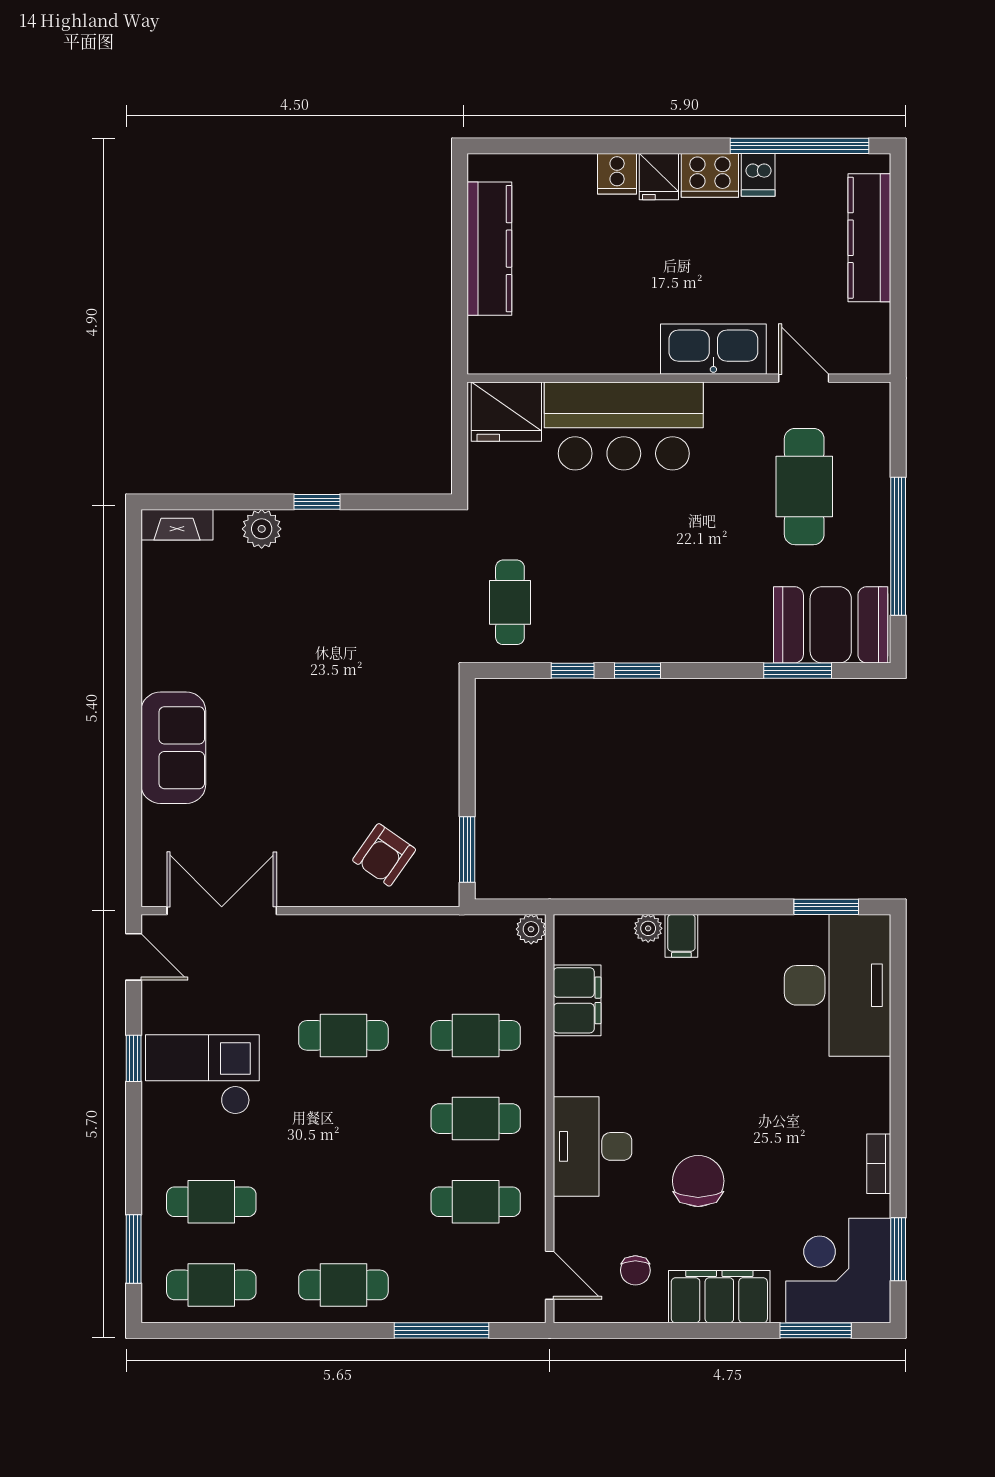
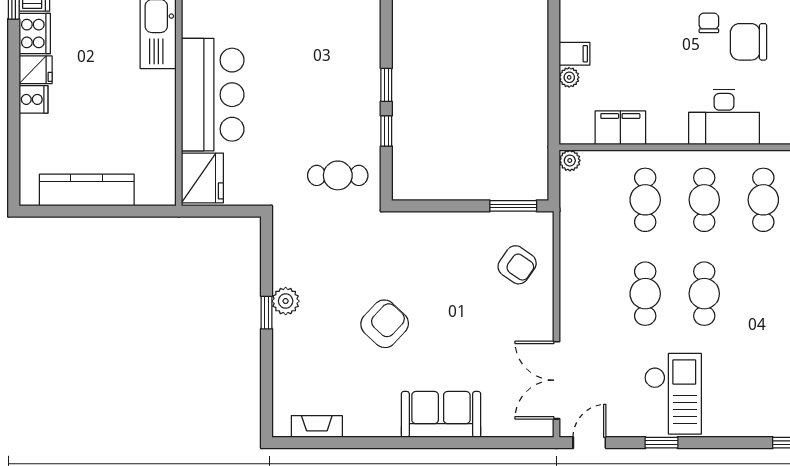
fireplace: (177, 525) -> (317, 426), moved, turned -90
plant: (262, 529) -> (286, 301), moved
armchair: (301, 668) -> (385, 324), added
checkout: (202, 1074) -> (673, 394), turned 180
chair: (725, 1125) -> (709, 23), added
cafe table: (211, 1202) -> (704, 294), moved

